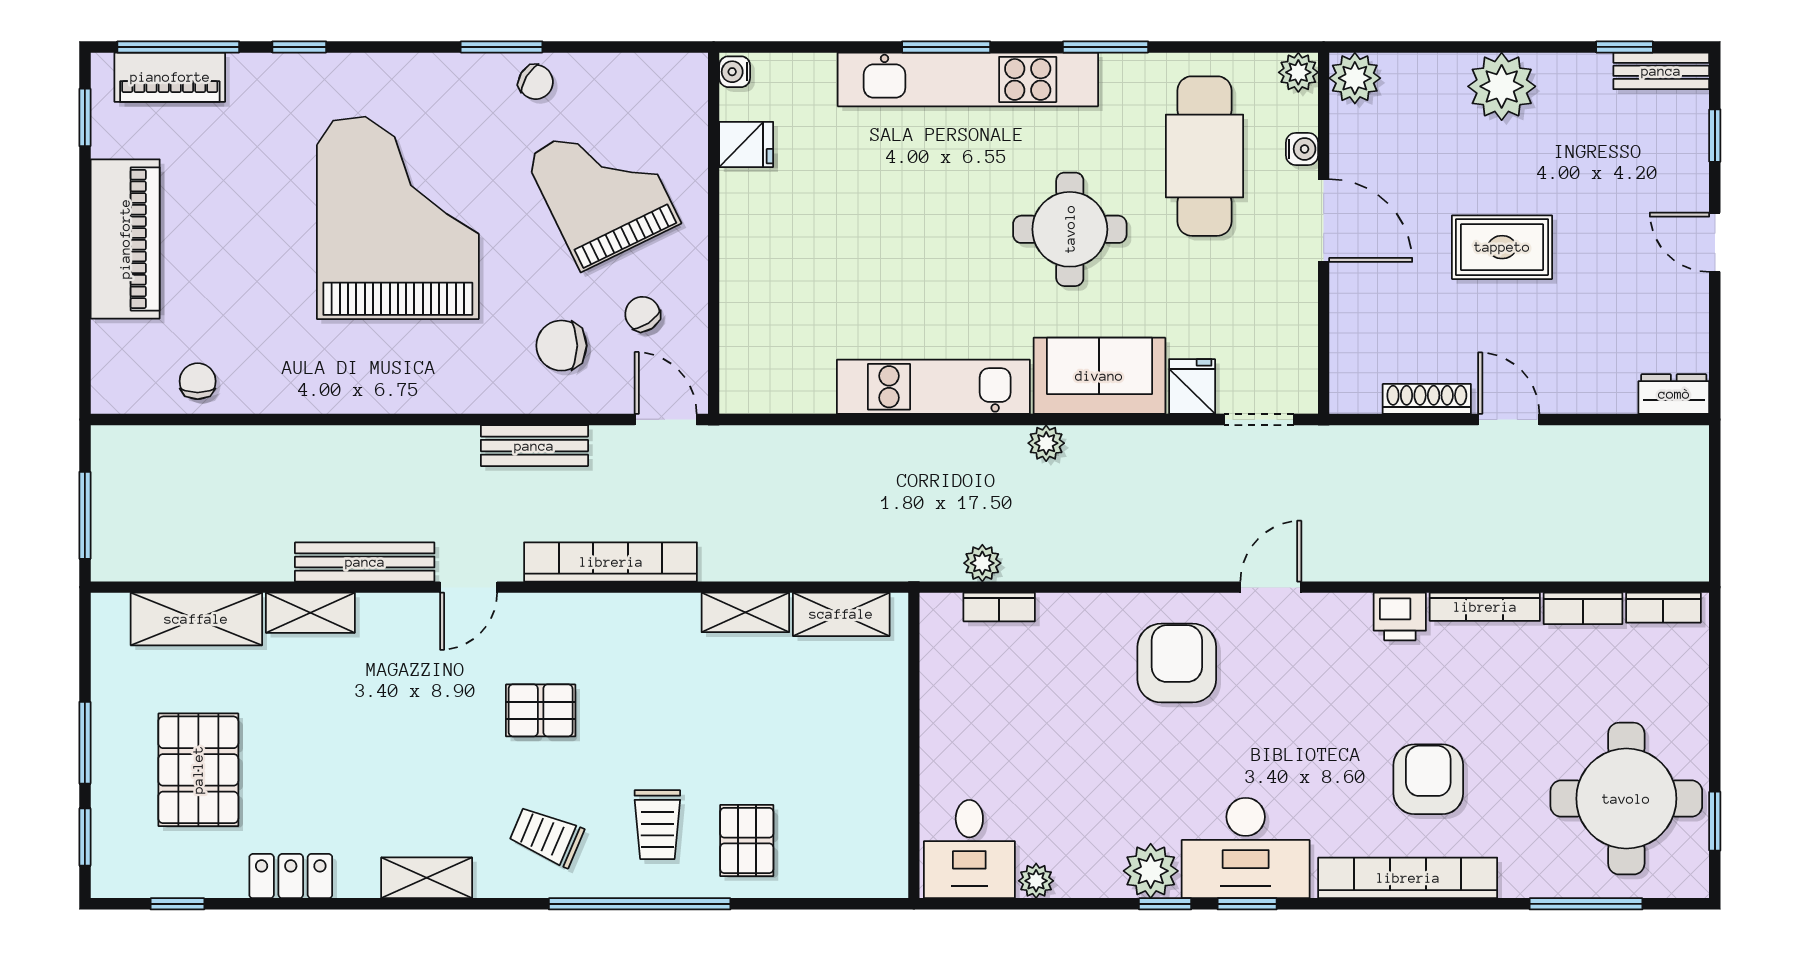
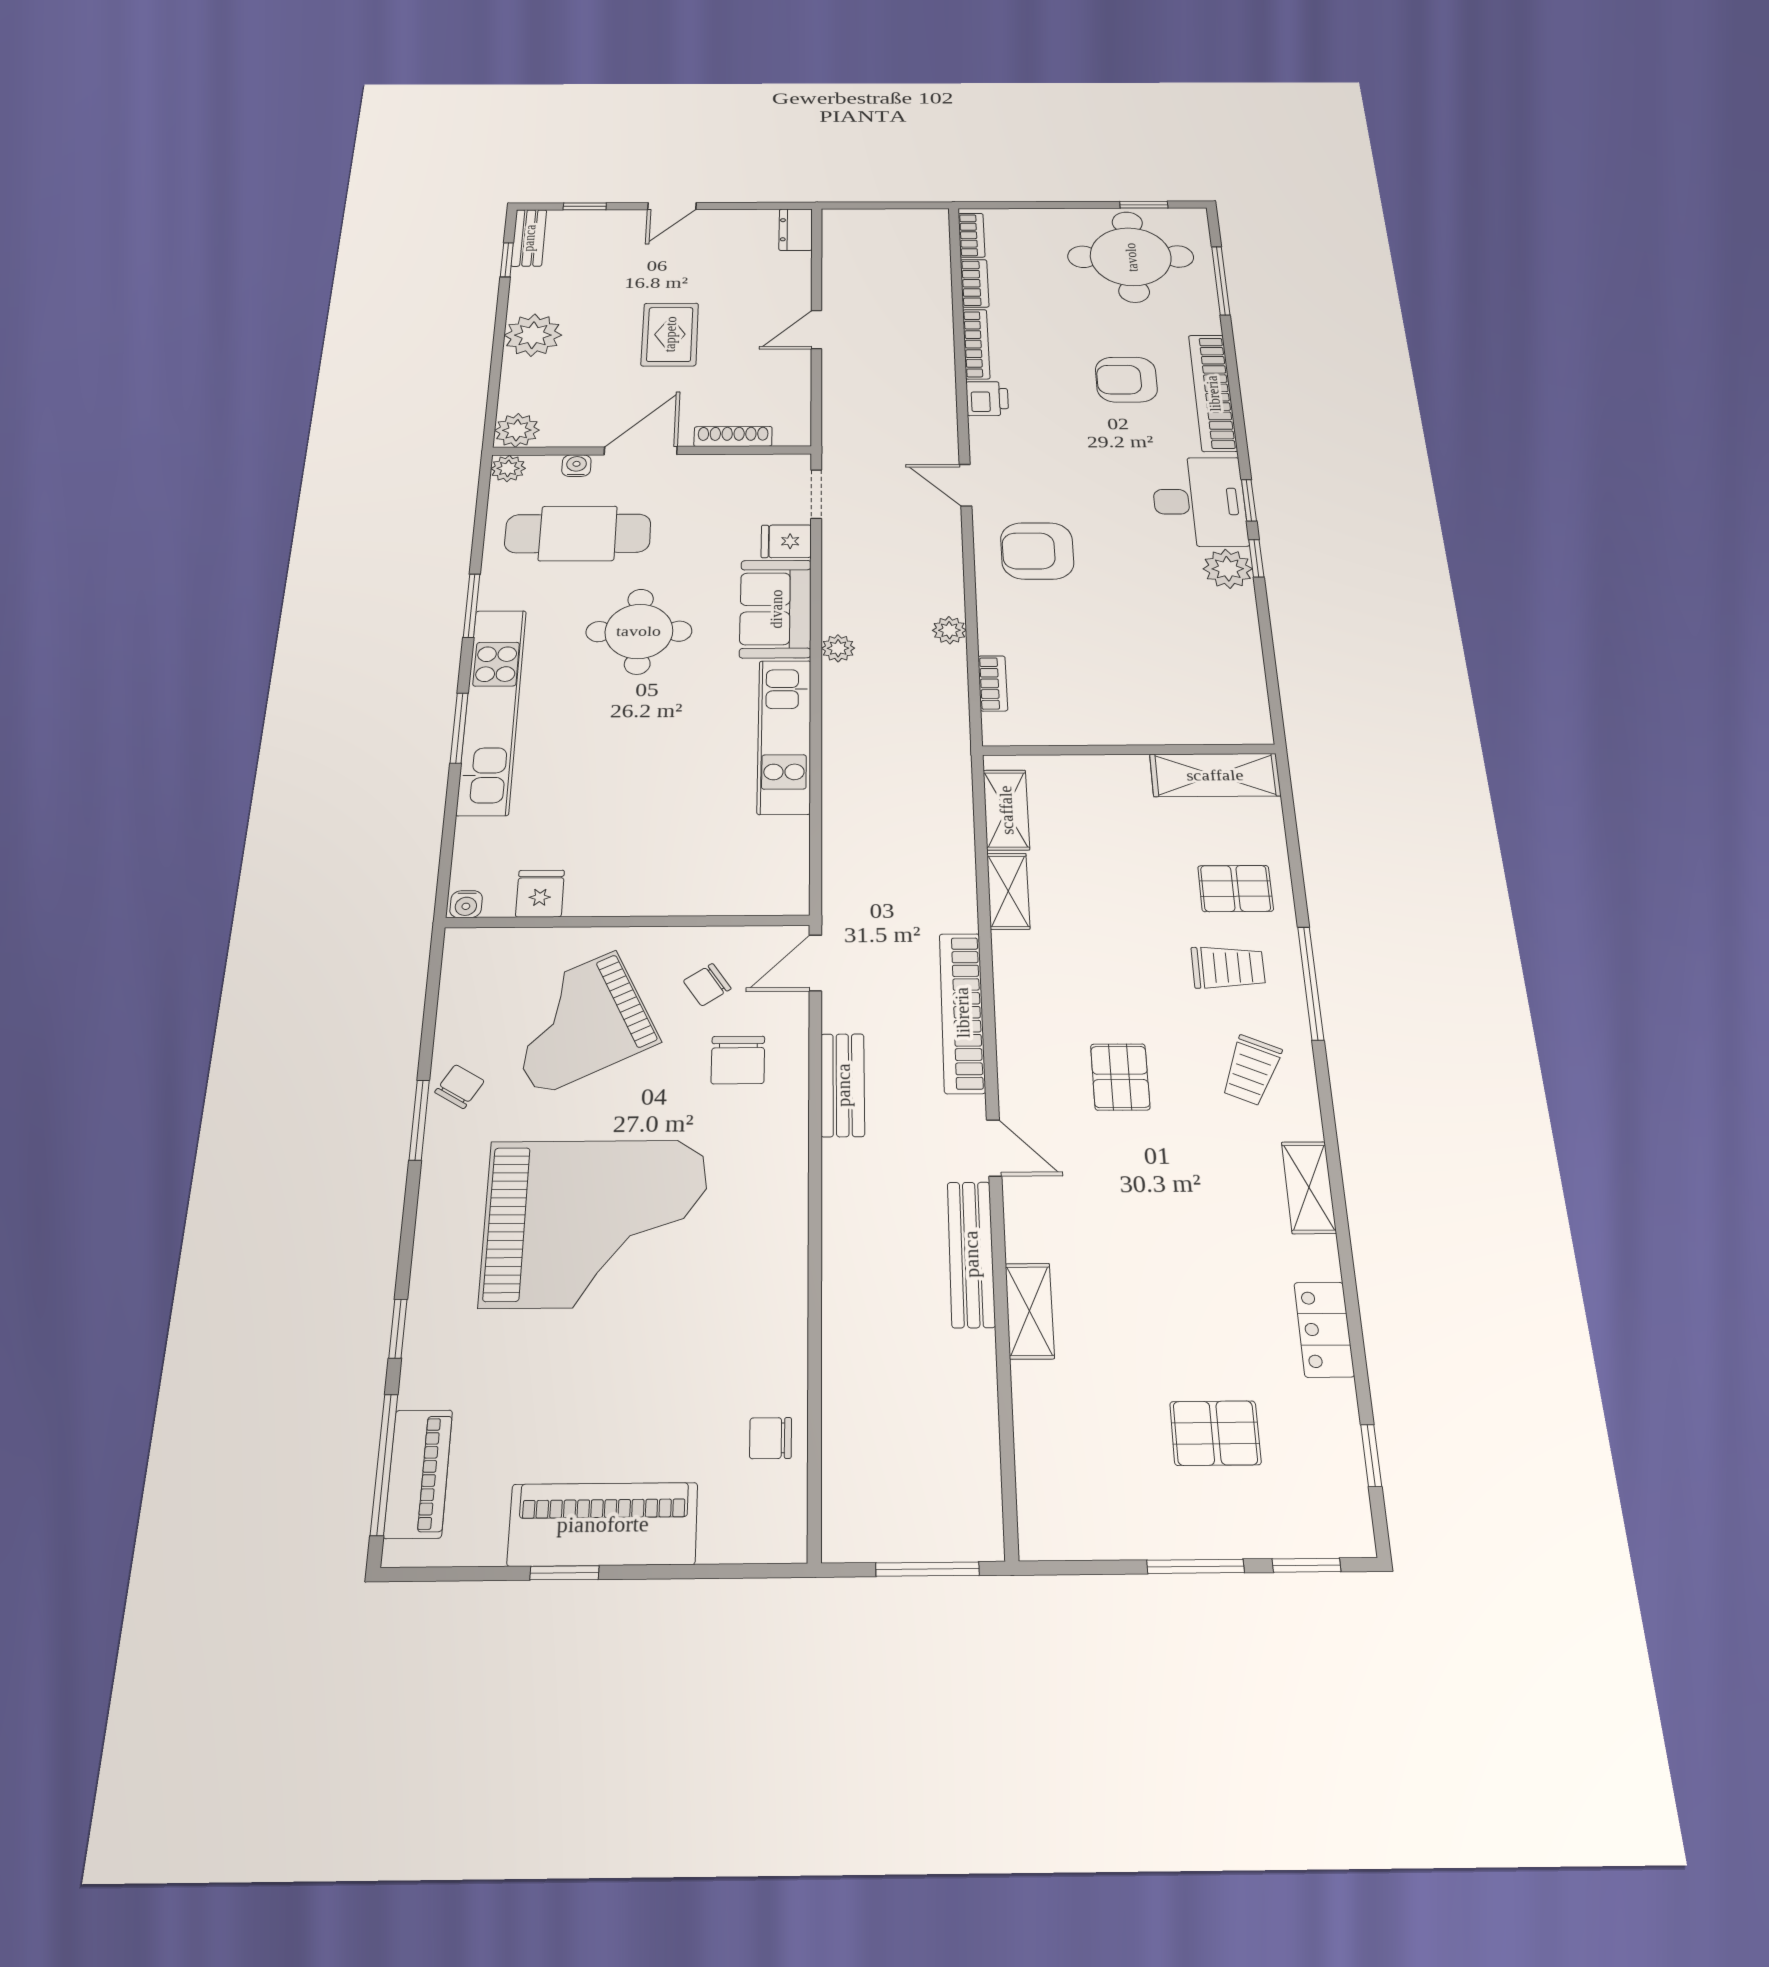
window: (85, 117) -> (564, 1573), moved
grand piano: (398, 218) -> (595, 1223), turned 180
shoe rack: (1427, 399) -> (733, 436), moved, turned 90
plant: (982, 563) -> (949, 630), moved
shelving: (196, 619) -> (1215, 775), moved, turned 90
pallet: (198, 770) -> (1215, 1433), width x0.67, depth x0.71
desk: (969, 849) -> (1223, 705), removed
plant: (1036, 881) -> (1247, 654), removed
window: (640, 904) -> (1311, 983), width x0.68

